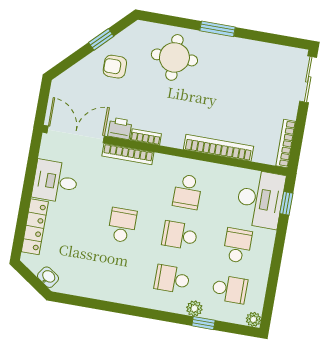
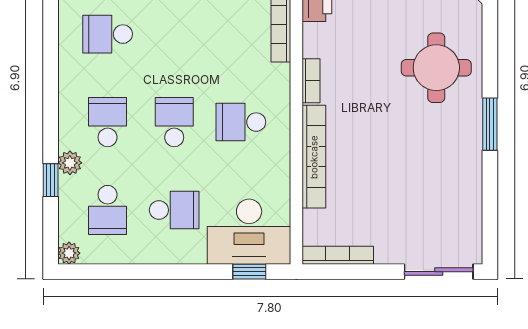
bookcase: (146, 137) -> (311, 81), moved
school desk: (122, 225) -> (108, 34), moved, turned 180

